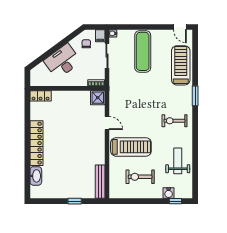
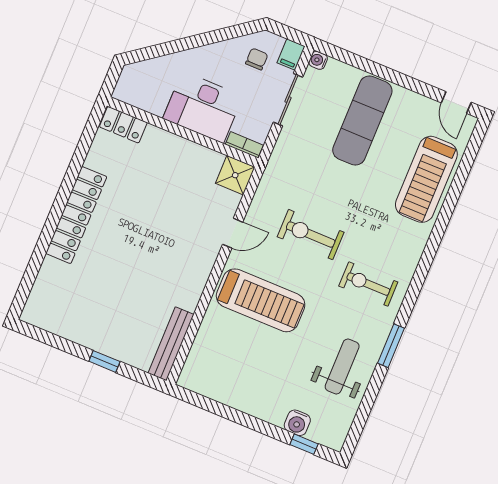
desk: (62, 61) -> (203, 107), moved, turned -144
treadmill: (181, 65) -> (426, 179), turned 180
window: (195, 96) -> (391, 346), moved
door: (107, 123) -> (233, 233), hinge flipped
washbasin: (36, 176) -> (48, 280), removed
exercise bike: (140, 177) -> (311, 235), moved

